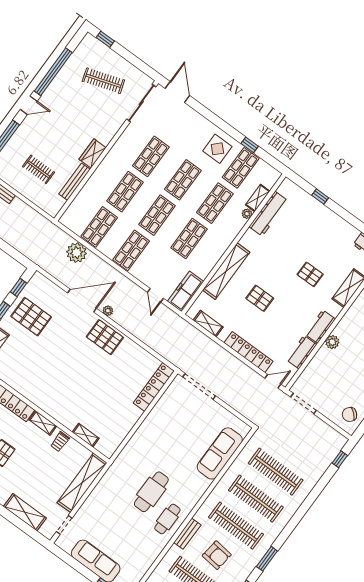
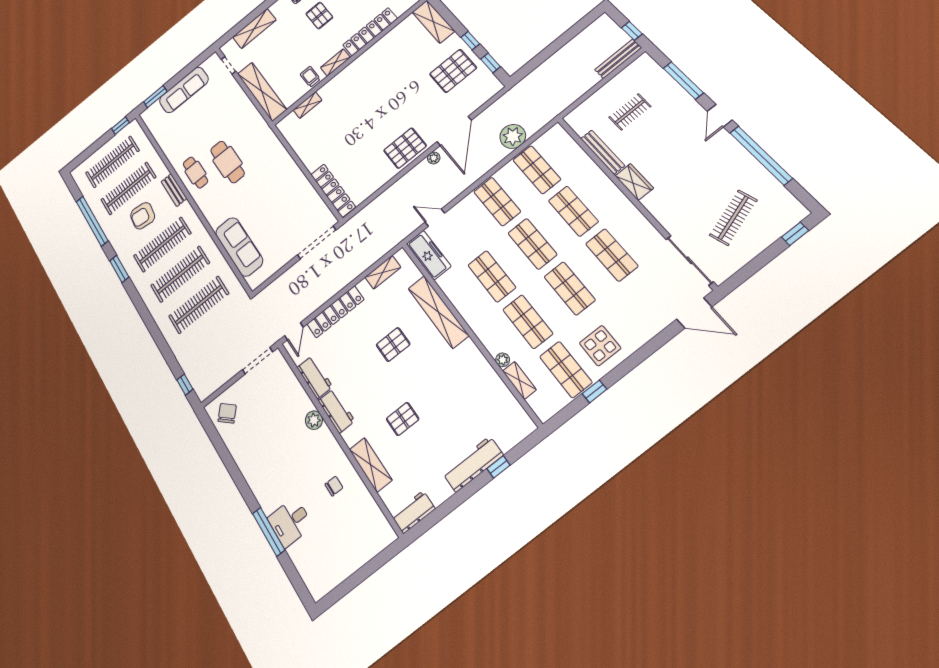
workbench: (268, 214) -> (473, 464), moved, turned 90

